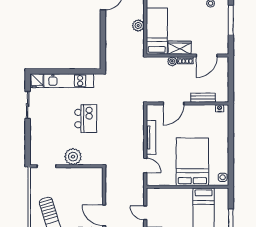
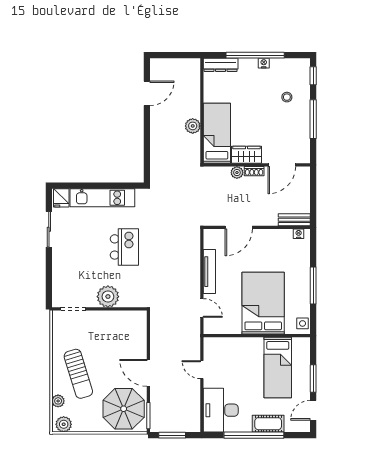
bench: (203, 98) -> (294, 220), moved
window: (231, 148) -> (313, 286), added

